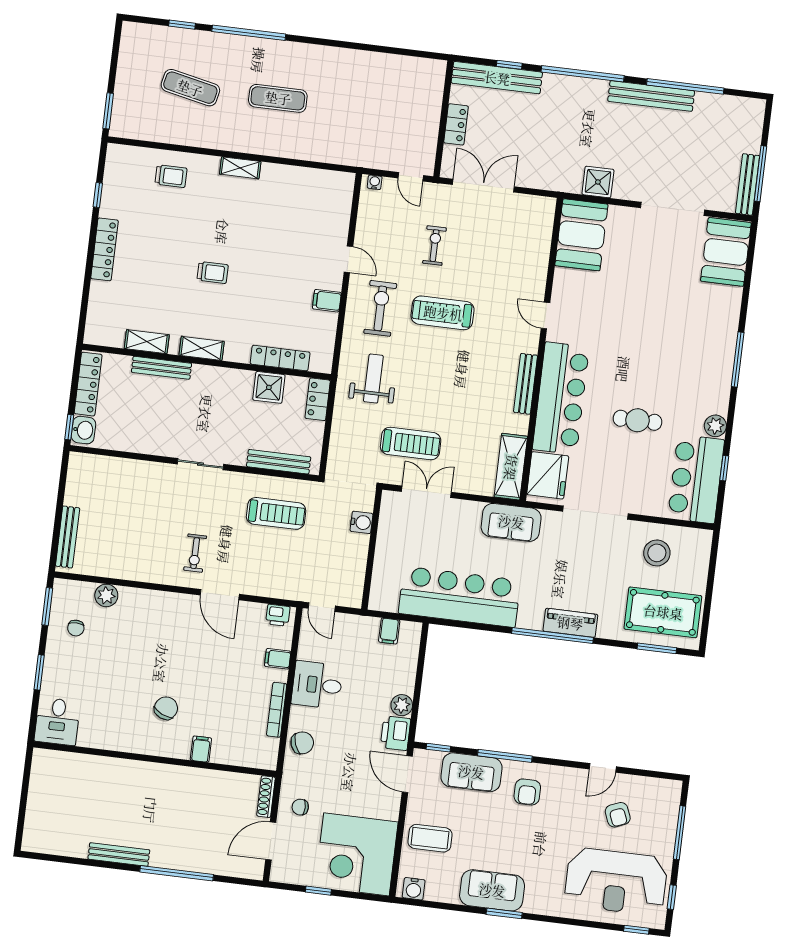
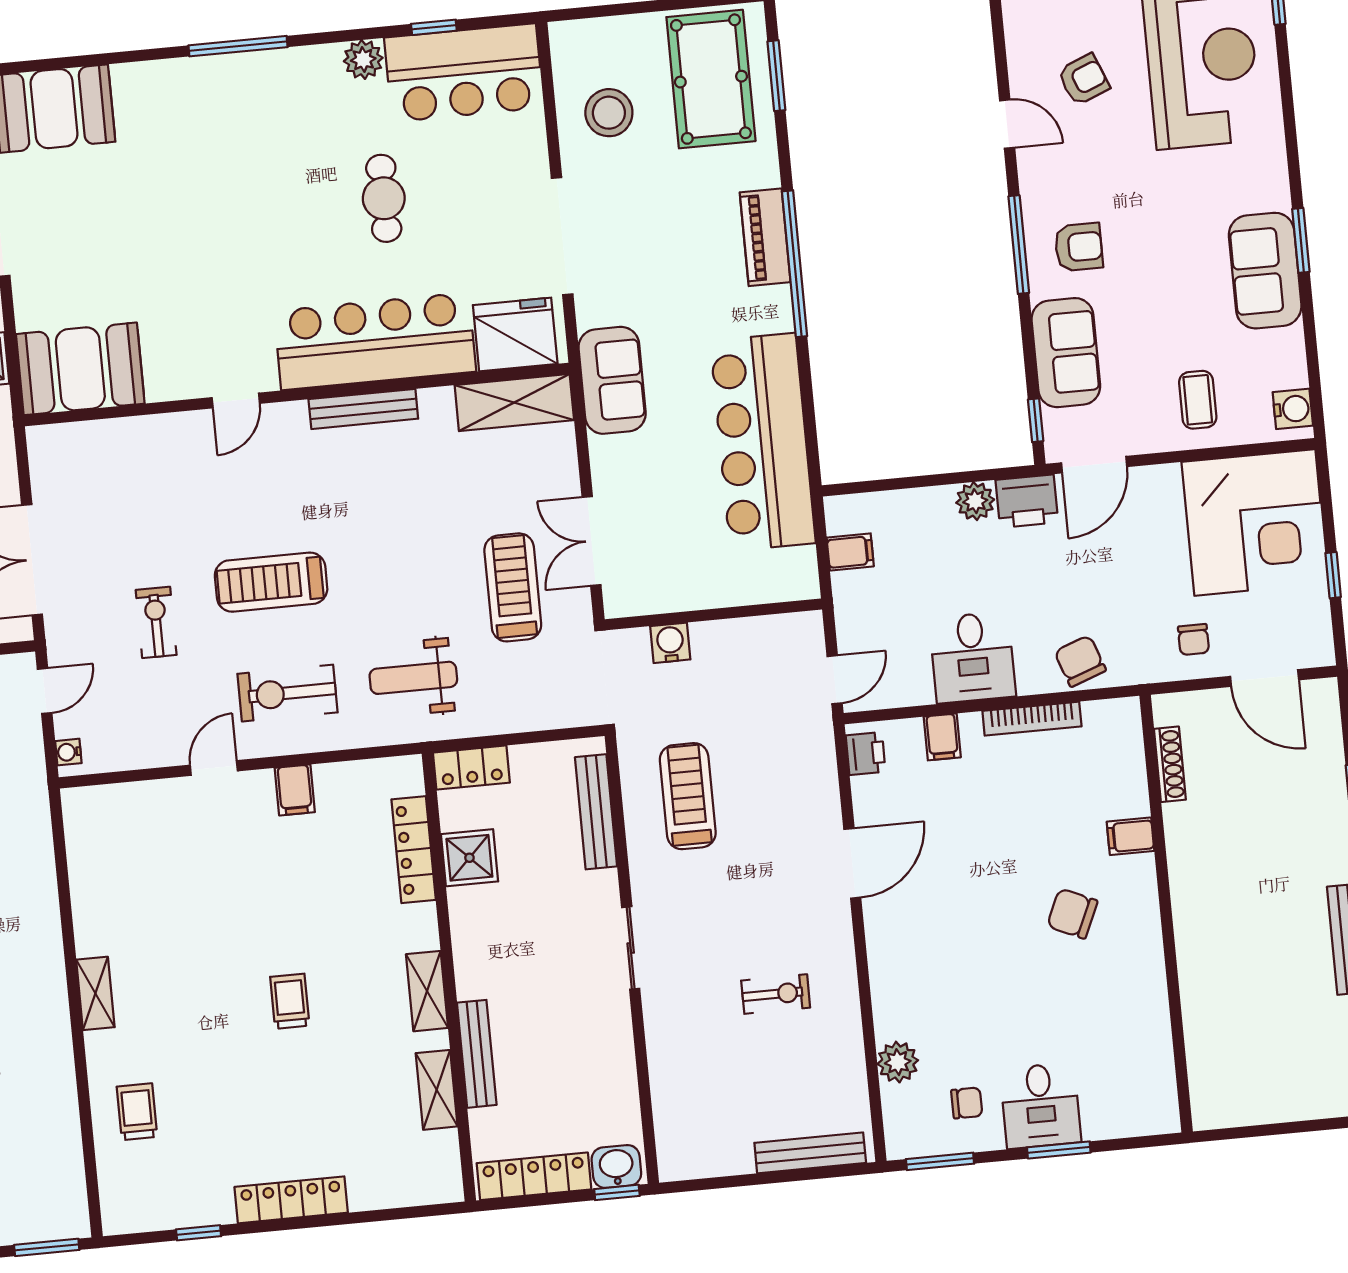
exercise bike: (434, 246) -> (156, 622), turned 90
treadmill: (443, 313) -> (271, 582), turned 90
exercise bike: (195, 553) -> (776, 994), moved
desk: (57, 721) -> (1041, 1106), moved, turned 90
window: (505, 756) -> (1019, 245), moved
shoe rack: (266, 797) -> (1170, 764), moved, turned -90
coffee table: (430, 838) -> (1198, 400), width x0.73, depth x0.77

